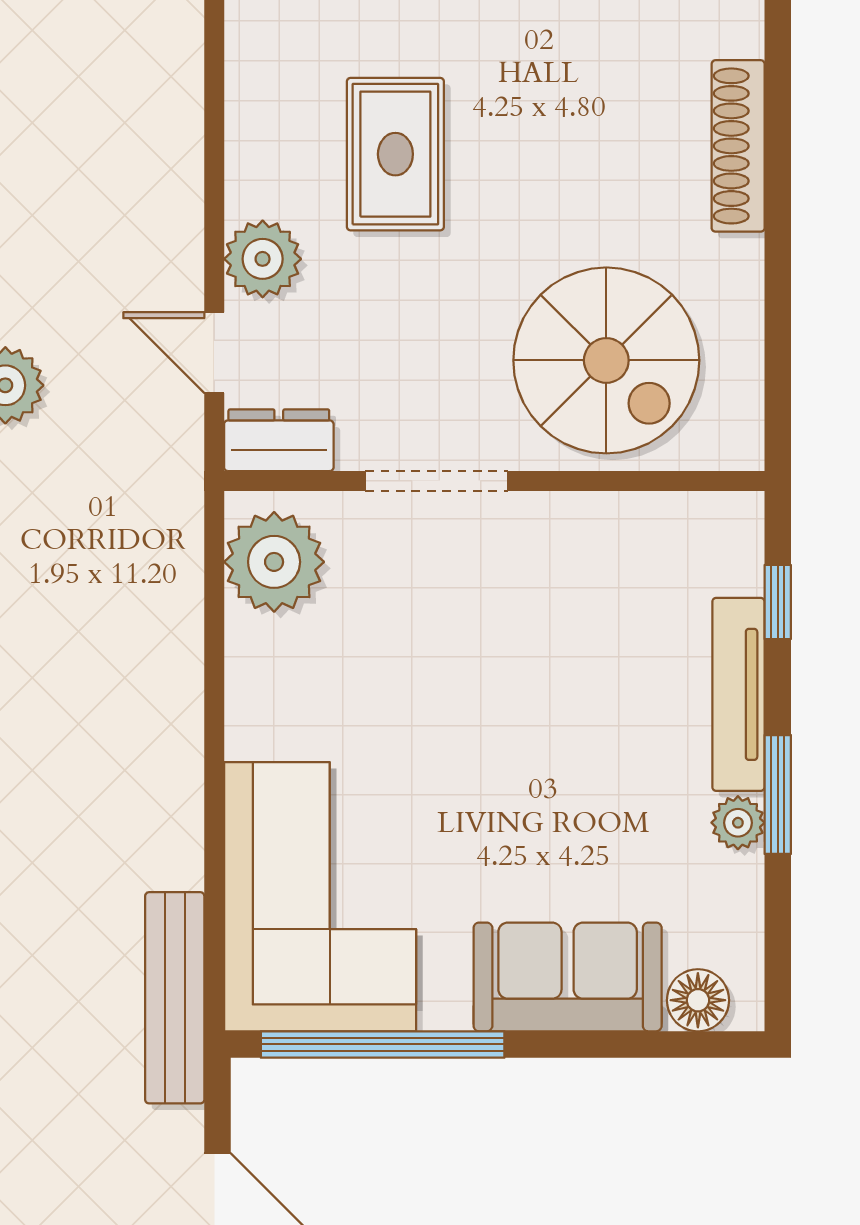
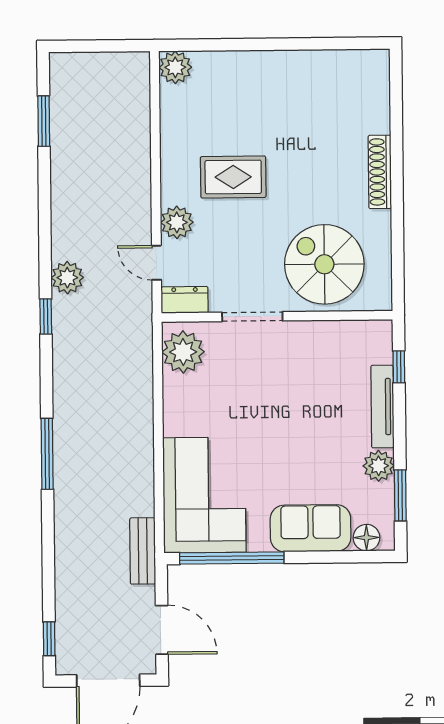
rug: (395, 154) -> (233, 177), turned 90
spiral stairs: (606, 360) -> (324, 264), turned 180
window: (778, 794) -> (400, 495), moved
plant: (738, 823) -> (379, 466), width x1.38, depth x1.38
bench: (175, 998) -> (143, 551), width x0.73

